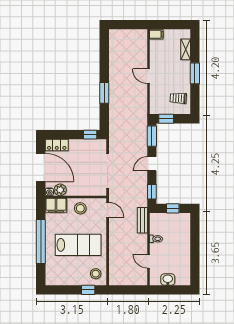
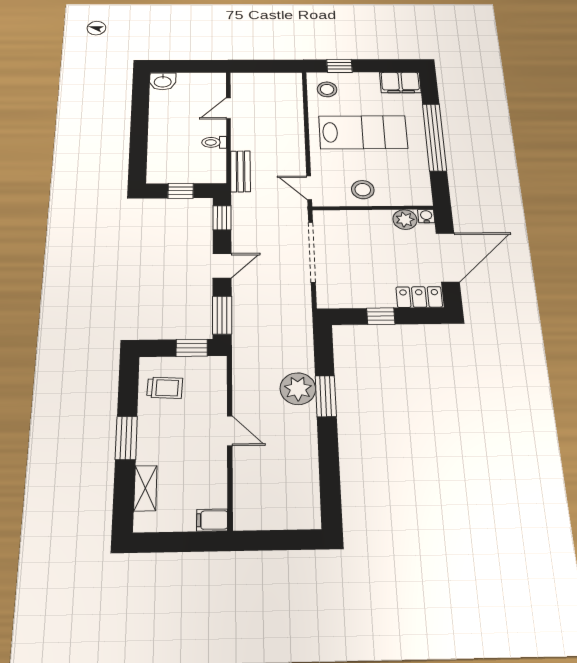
plant: (117, 97) -> (298, 389), added
window: (90, 135) -> (381, 316), moved
door: (41, 167) -> (448, 257), swing flipped
filing cabinet: (56, 205) -> (400, 83), moved, turned 180
lab bench: (78, 245) -> (363, 132), turned 180
door: (148, 261) -> (228, 108), swing flipped
washbasin: (168, 280) -> (163, 81), moved

